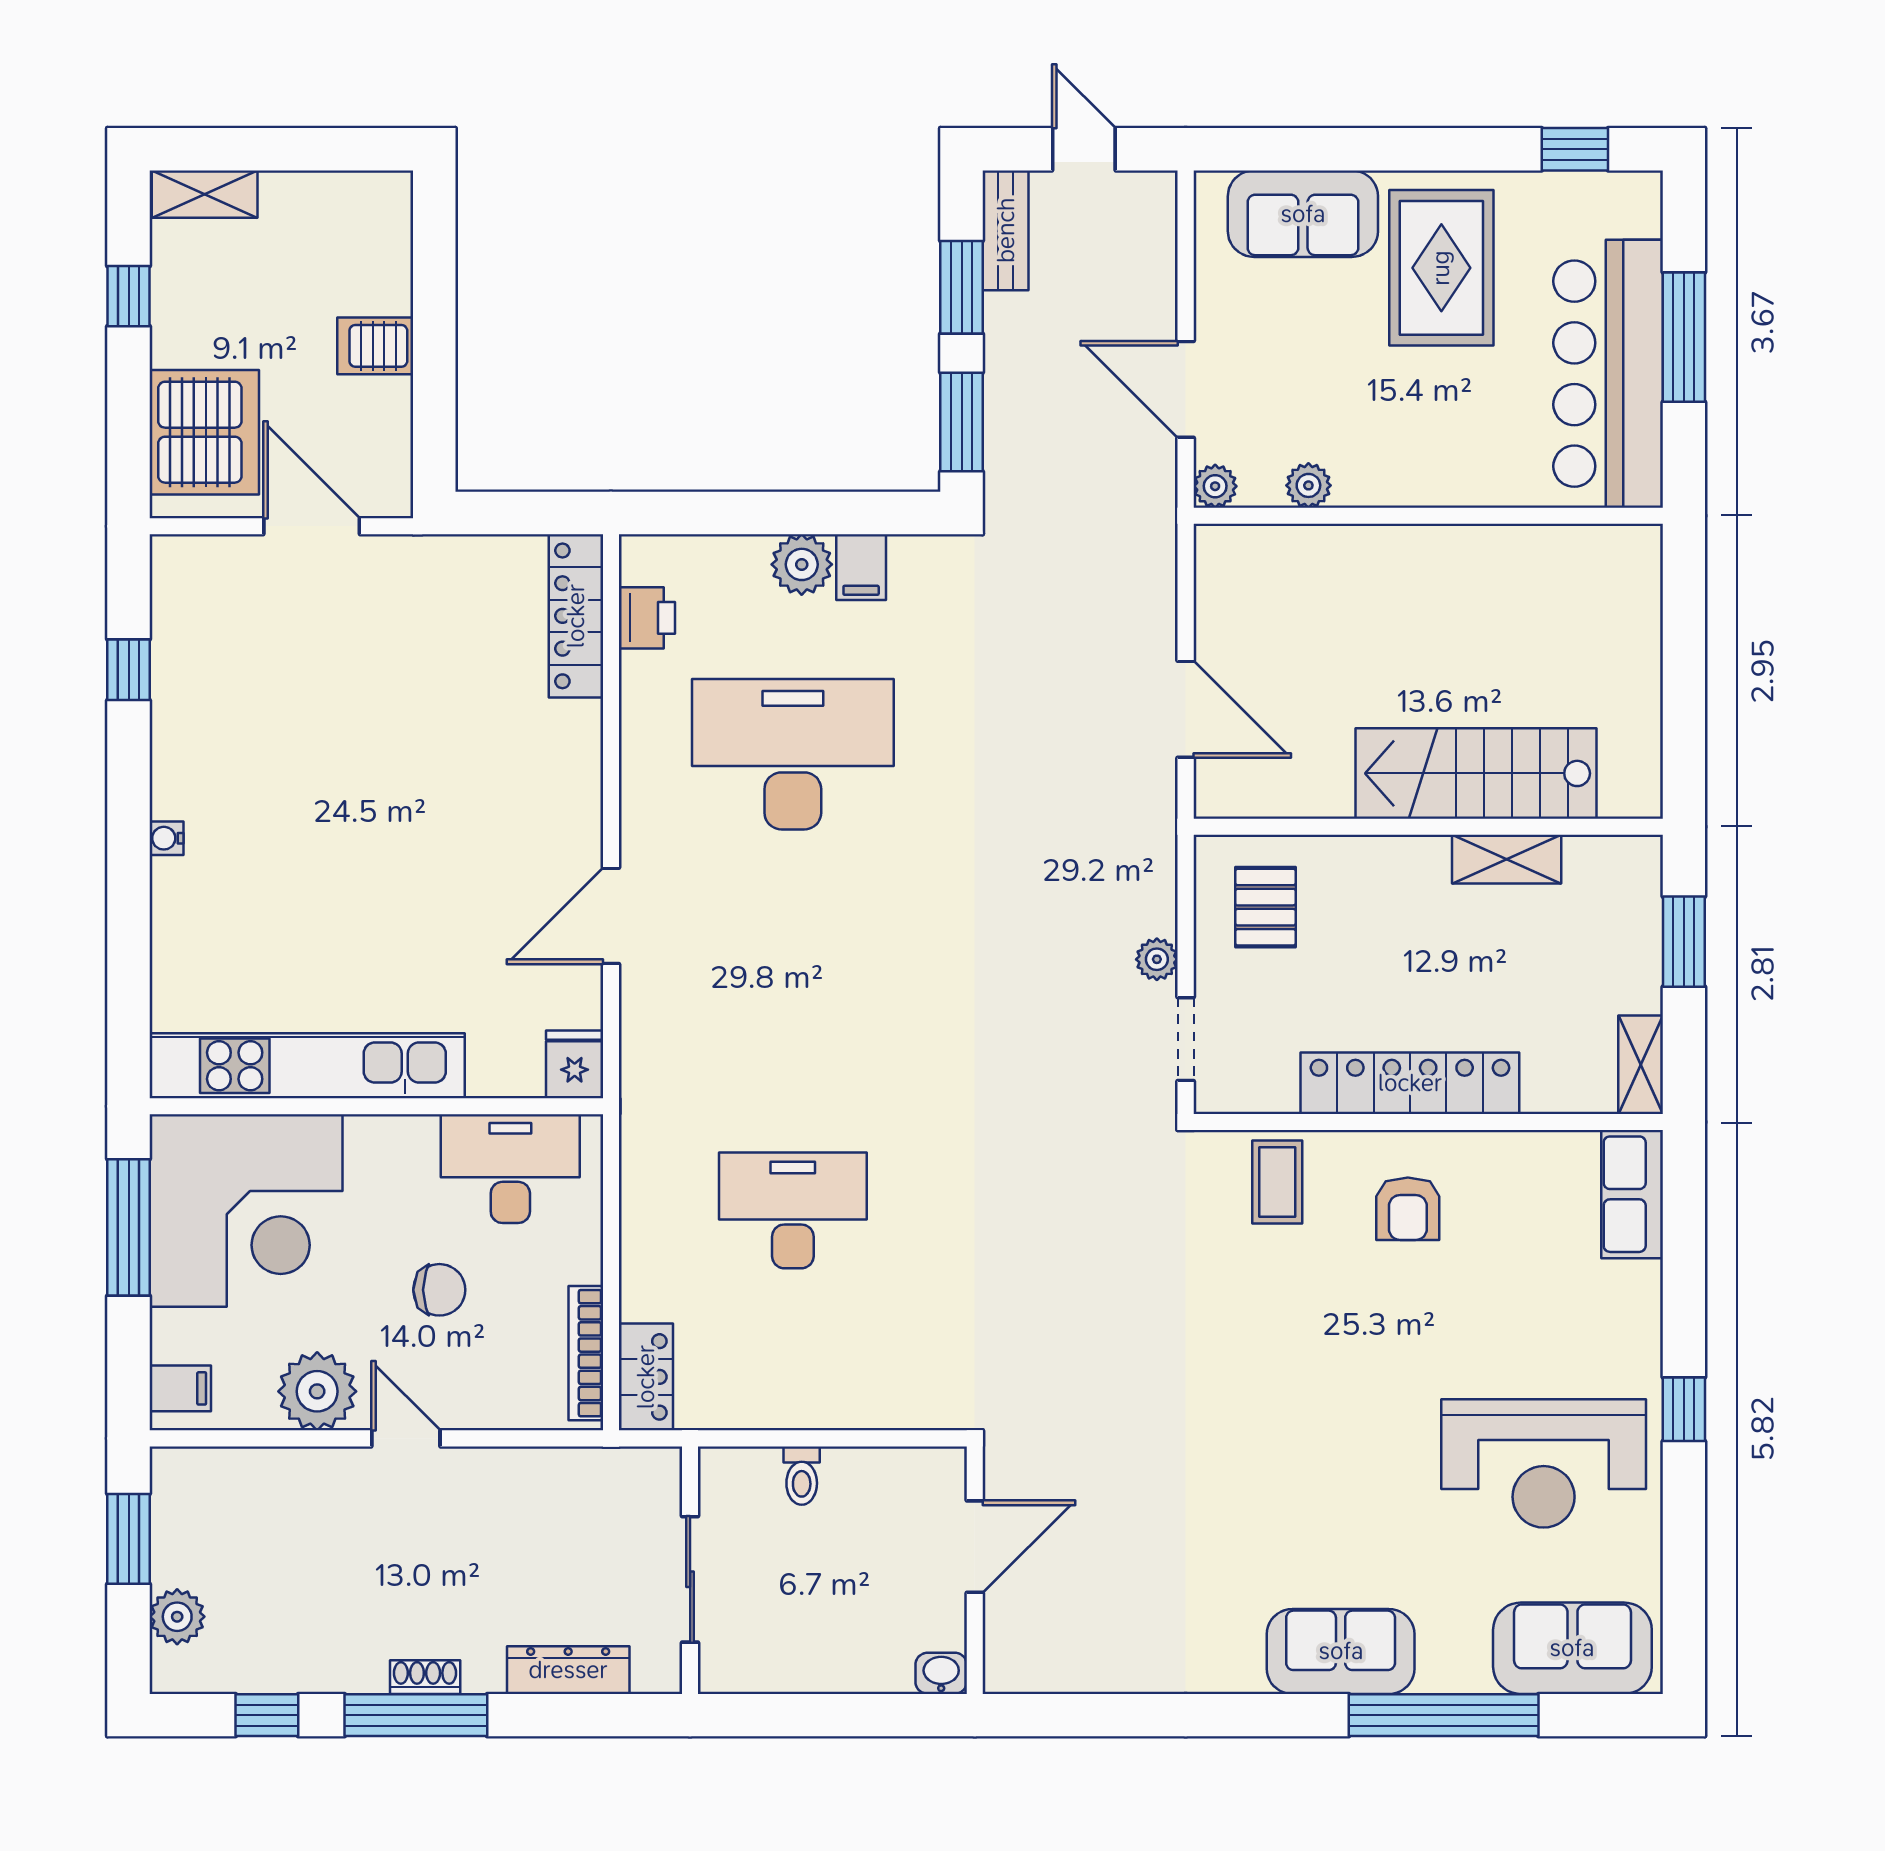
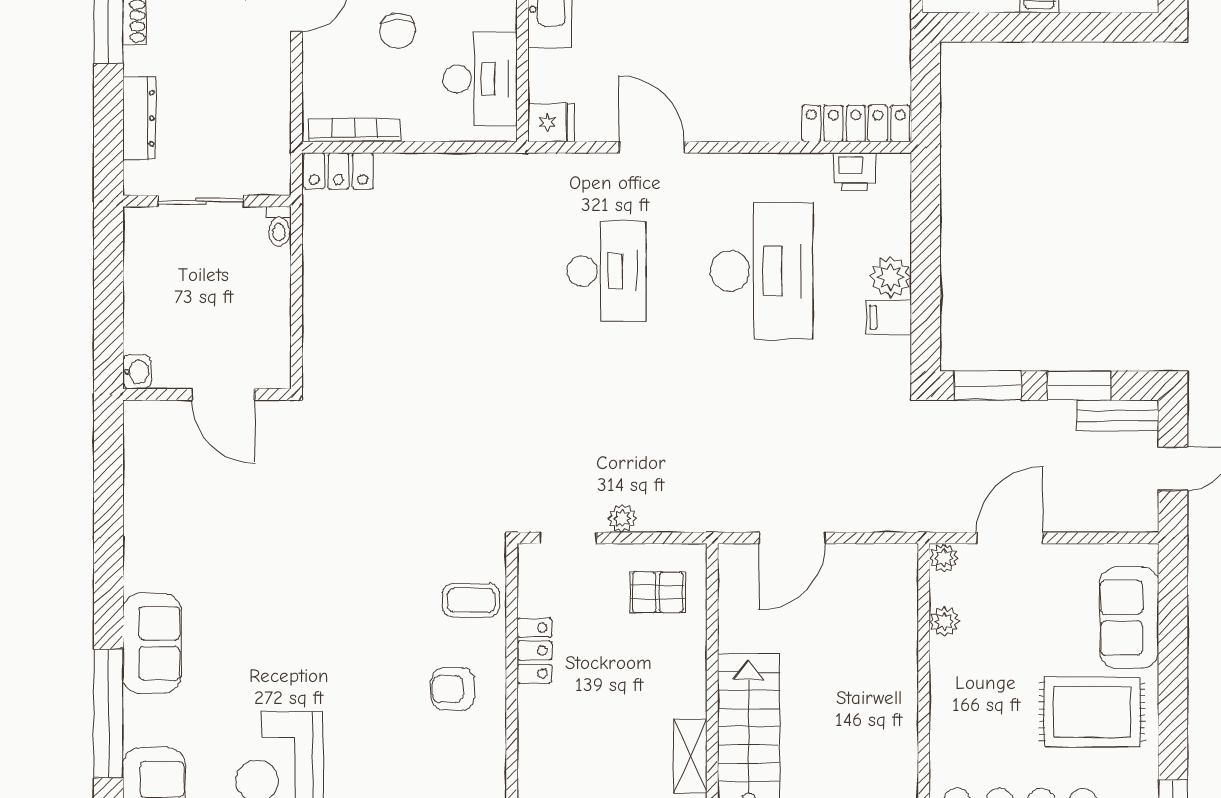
locker: (1410, 1083) -> (534, 651), width x0.46, depth x0.83
desk: (793, 1210) -> (607, 271), moved
toilet: (802, 1476) -> (279, 226), moved, turned -90

